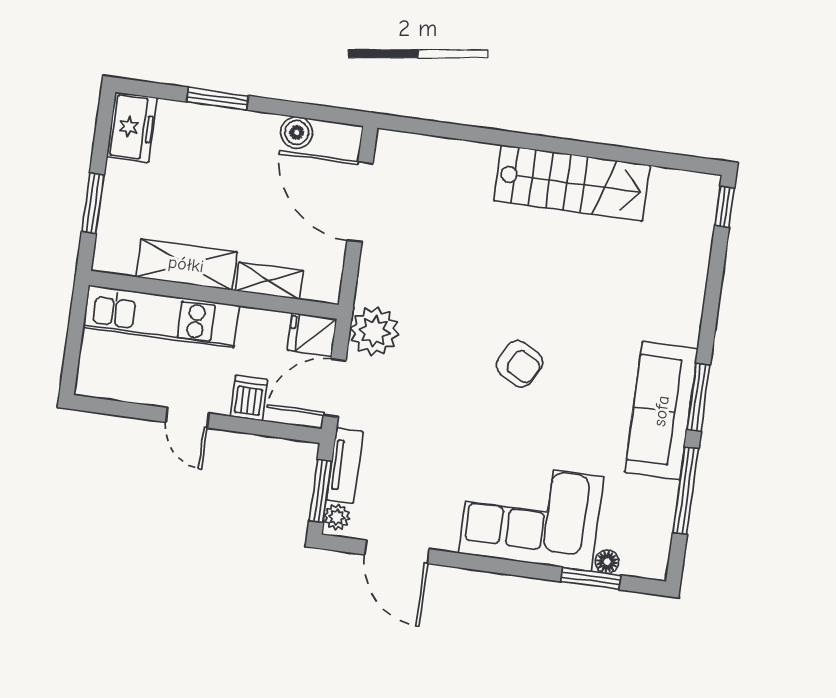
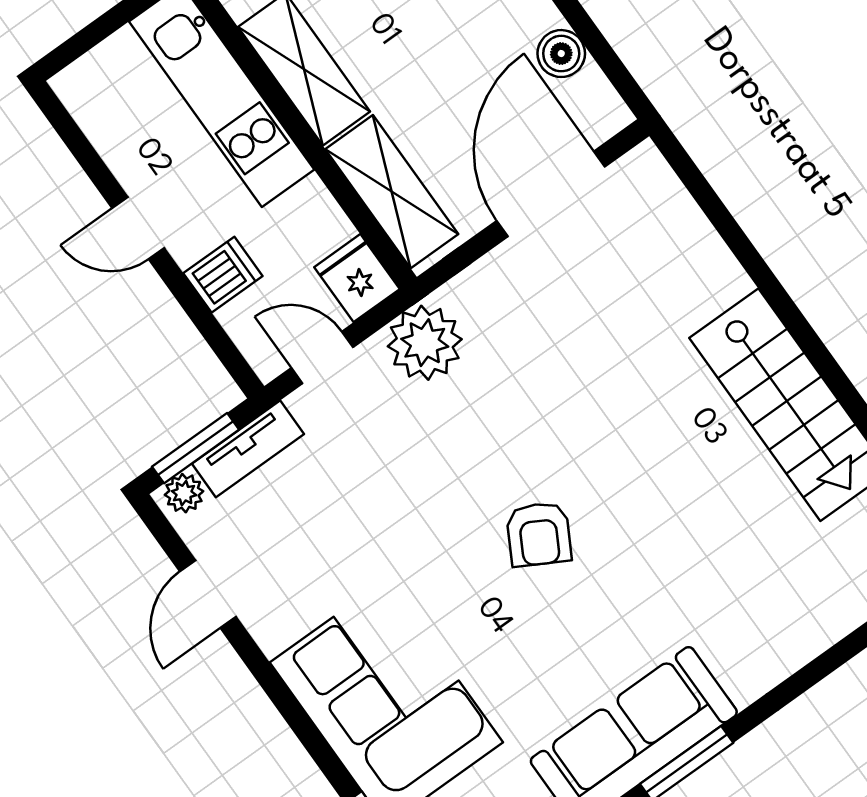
shelving: (269, 281) -> (392, 192), width x1.50, depth x1.33
door: (335, 388) -> (322, 357), width x0.73
door: (187, 418) -> (138, 228), hinge flipped
door: (397, 552) -> (208, 594), width x0.73

